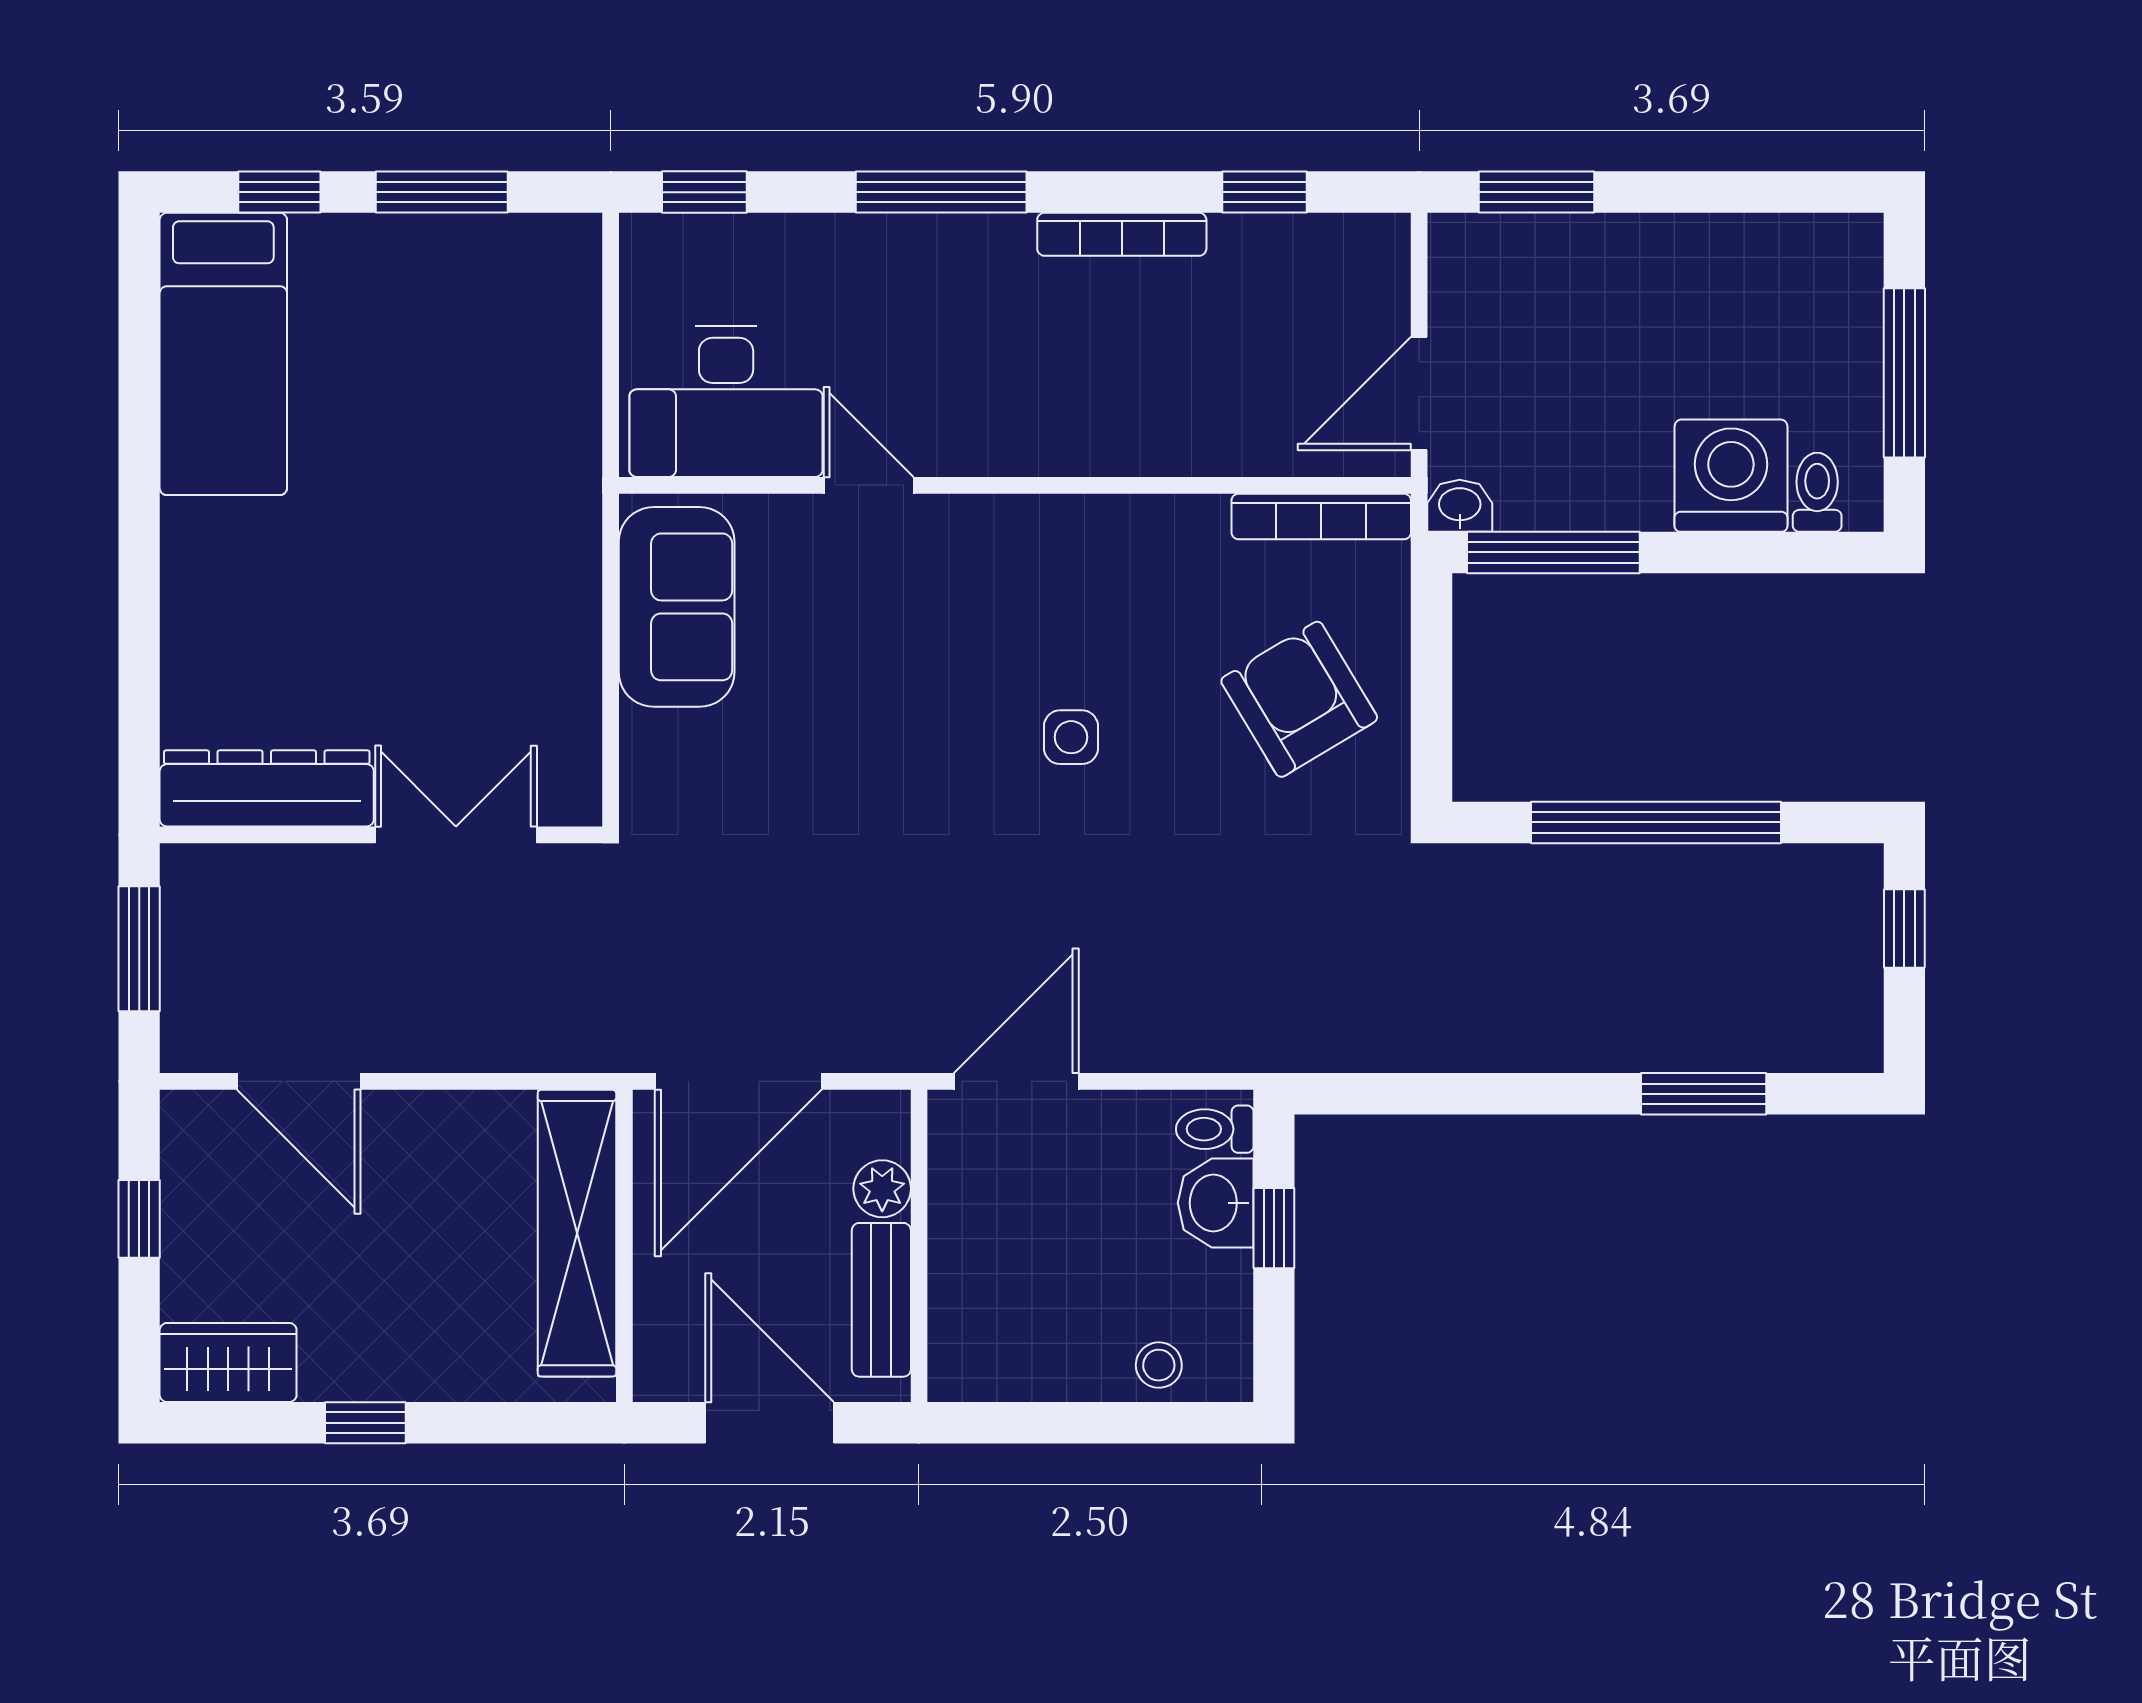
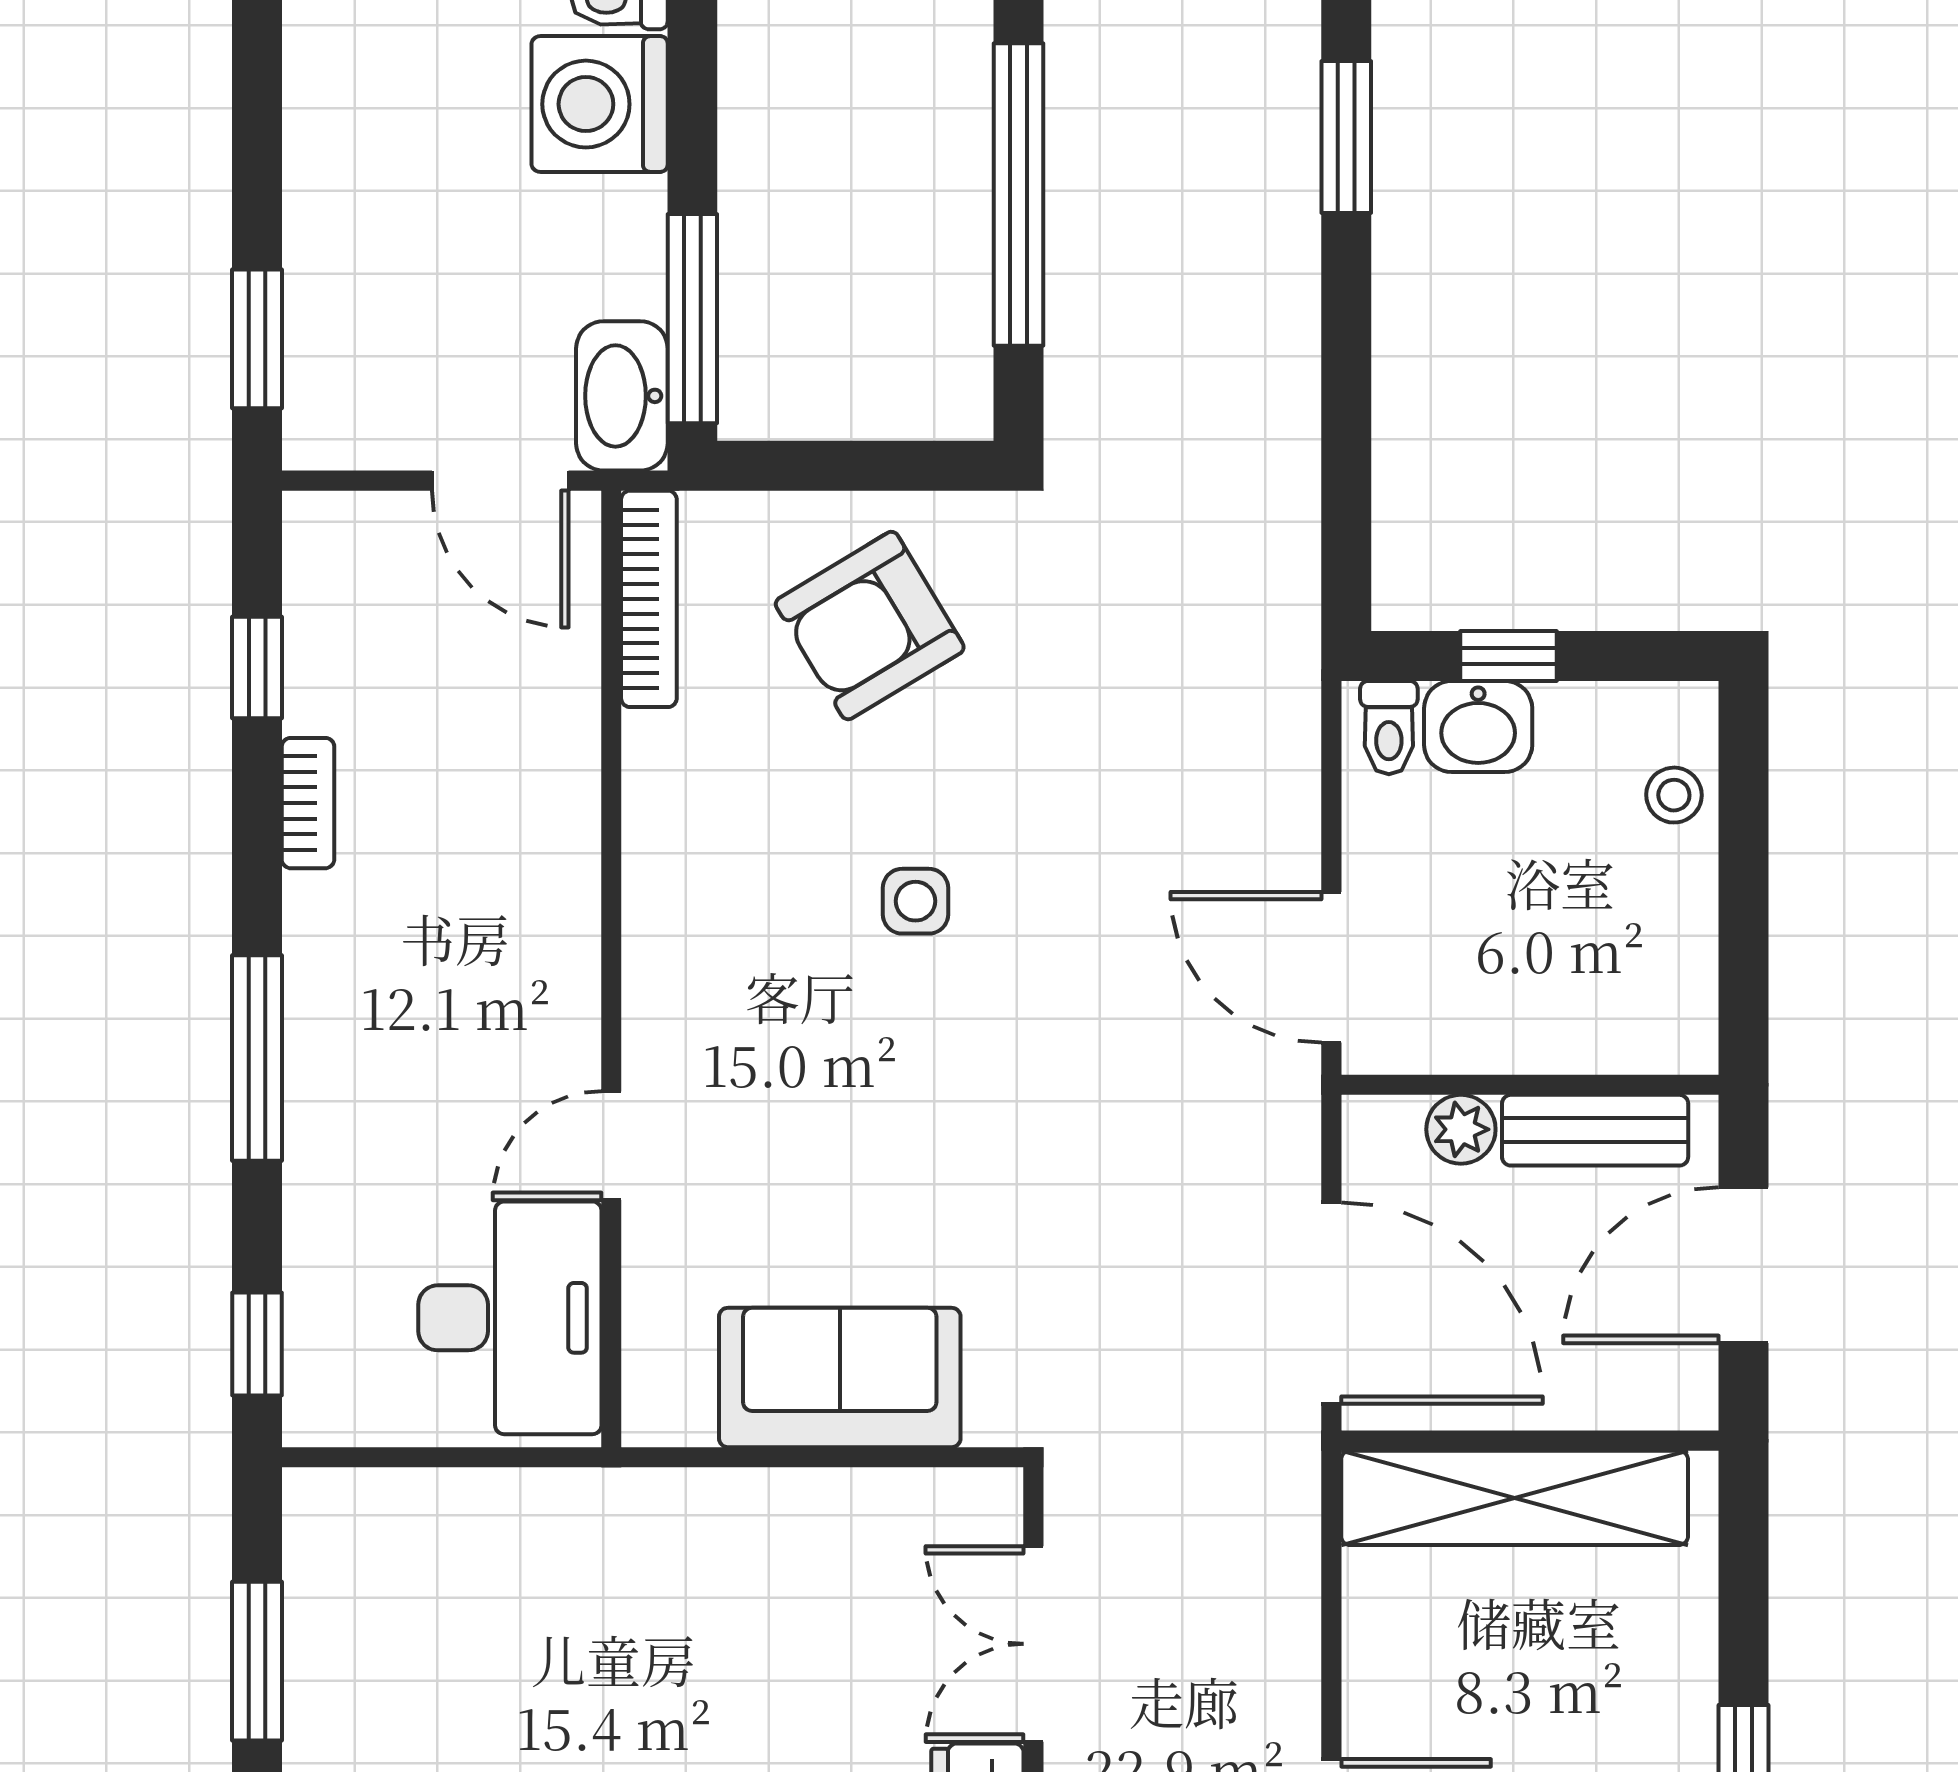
bookcase: (1122, 234) -> (308, 803), width x0.64
washbasin: (1460, 506) -> (622, 396), width x1.91, depth x1.45
sofa: (677, 607) -> (840, 1378), moved

